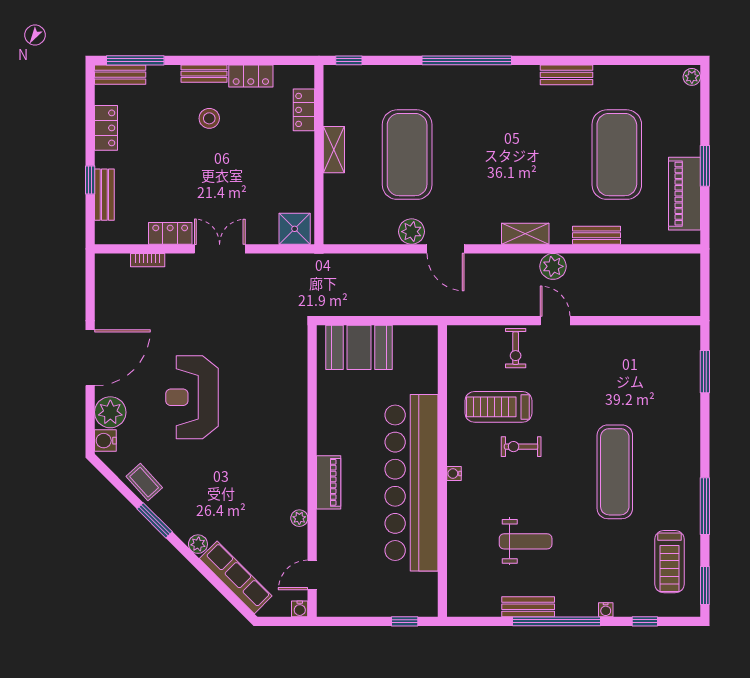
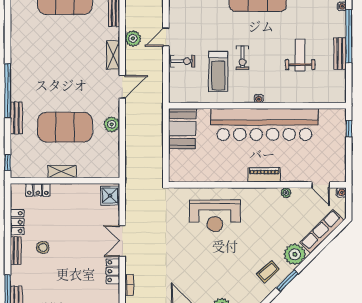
bench: (567, 75) -> (16, 118), moved
door: (446, 249) -> (122, 87), moved
booth: (359, 347) -> (182, 129), moved
reception desk: (192, 397) -> (215, 216), moved
coffee table: (144, 482) -> (268, 272), moved
plant: (198, 544) -> (295, 254), width x1.88, depth x1.88

